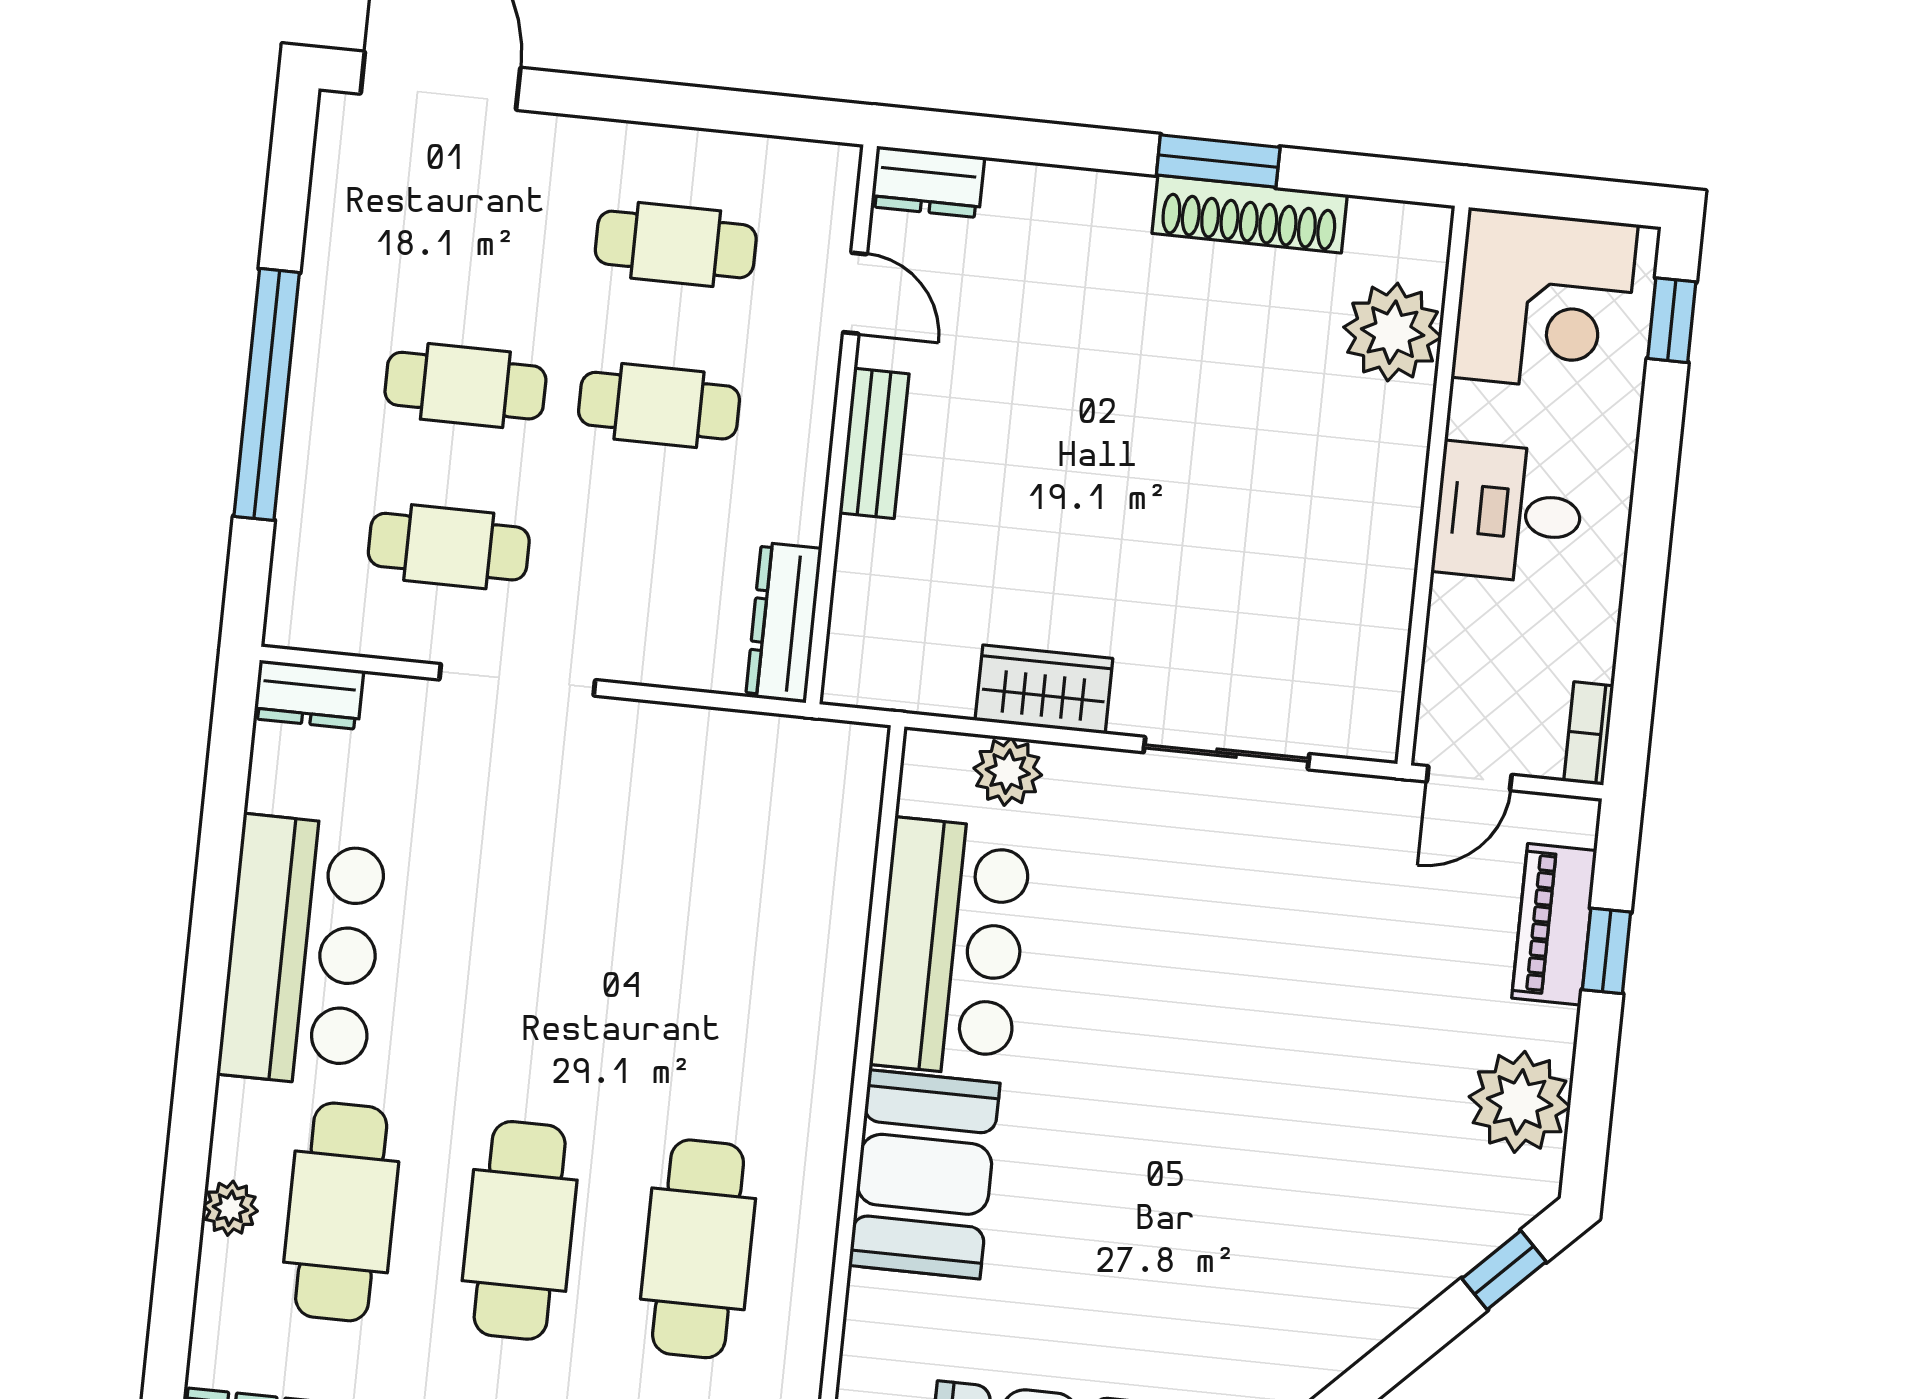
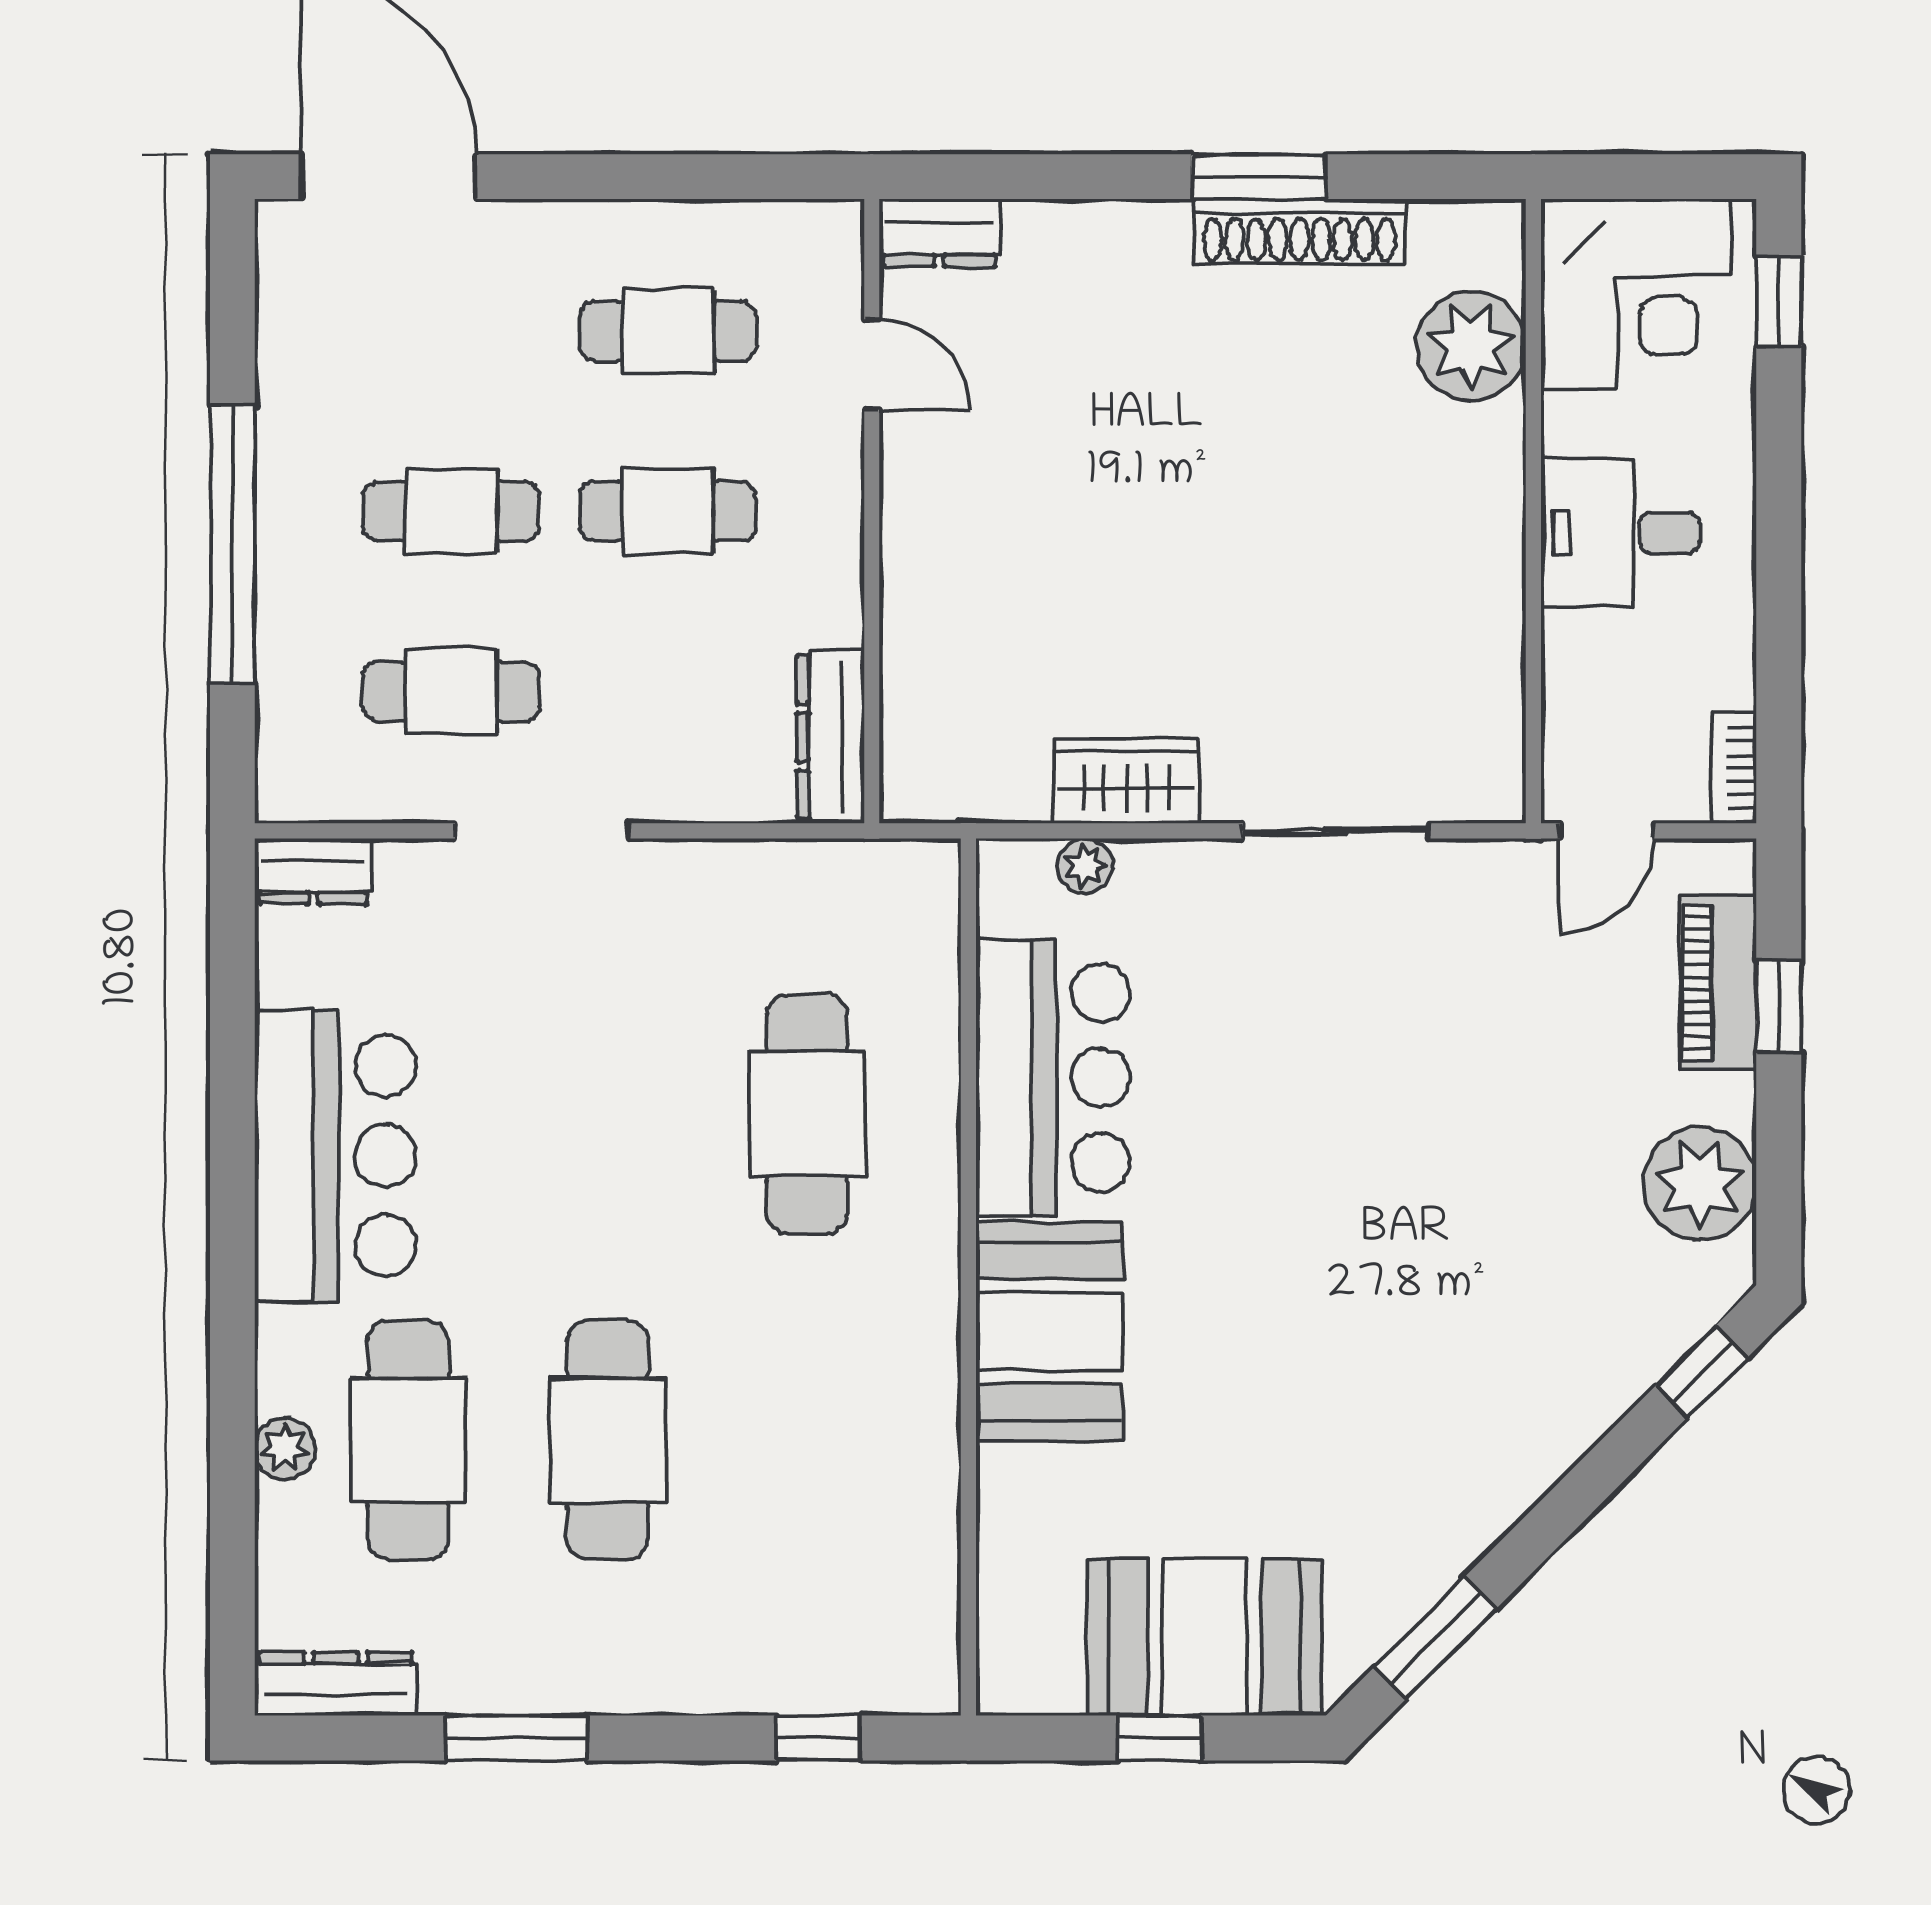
bench: (874, 443) -> (910, 528), removed
plant: (1008, 772) -> (1085, 866), width x0.73, depth x0.73
cafe table: (698, 1249) -> (807, 1114), moved

